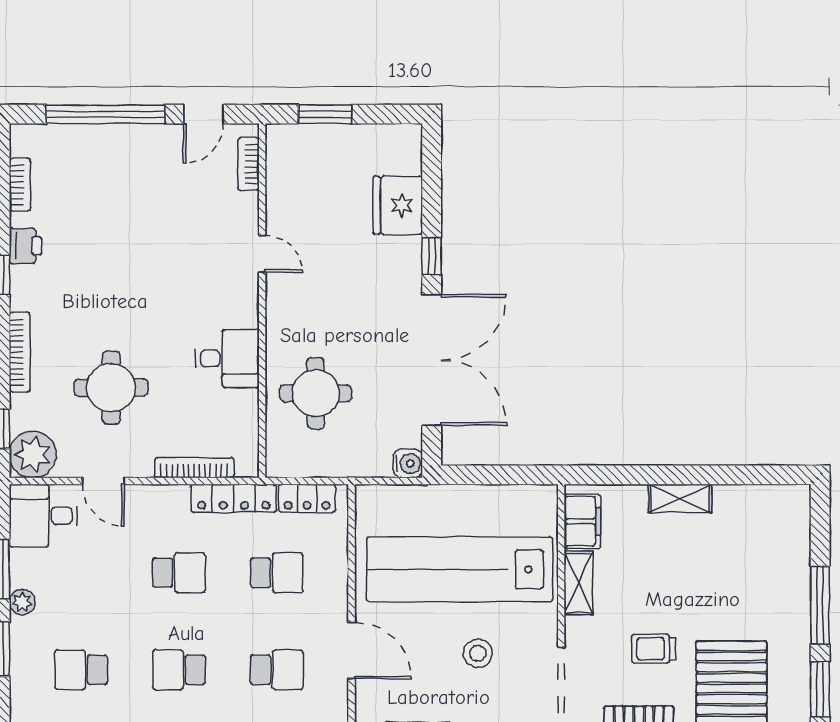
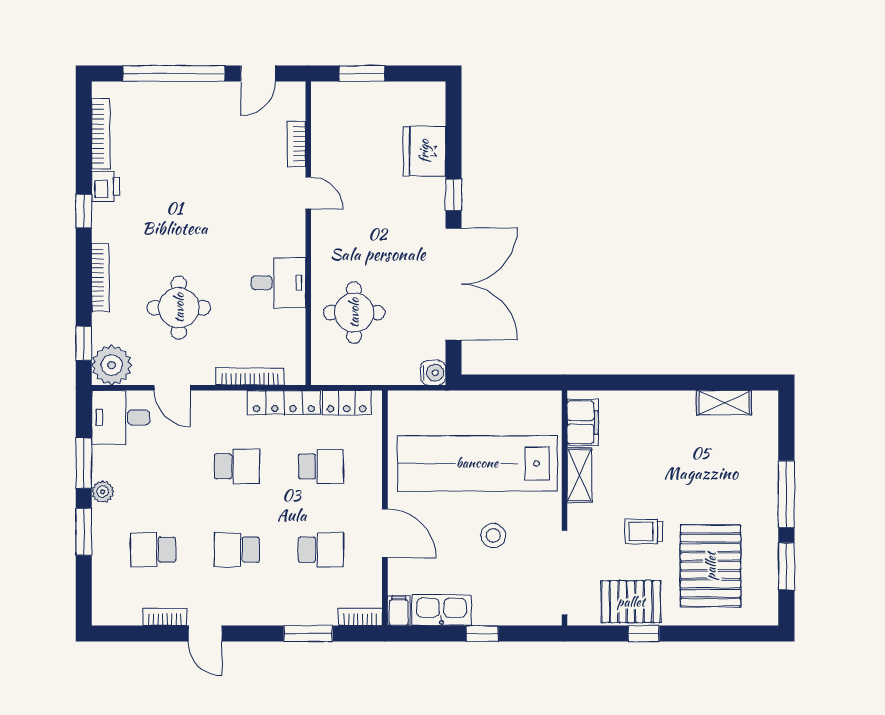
bookcase: (249, 164) -> (297, 144), moved
bookcase: (20, 185) -> (101, 134), width x1.56
shelving: (680, 498) -> (724, 403), moved

